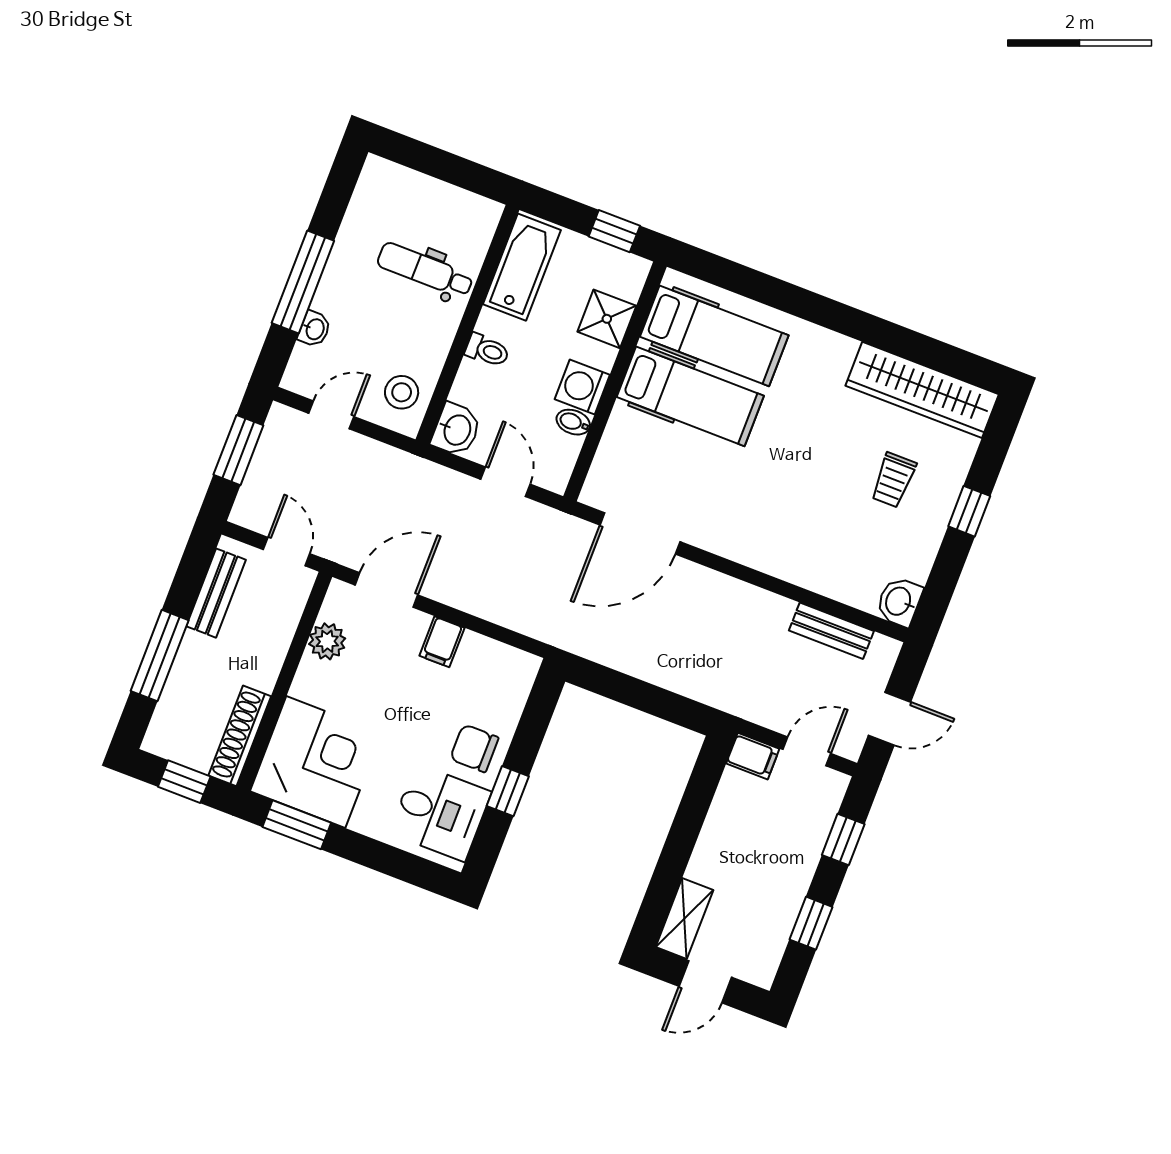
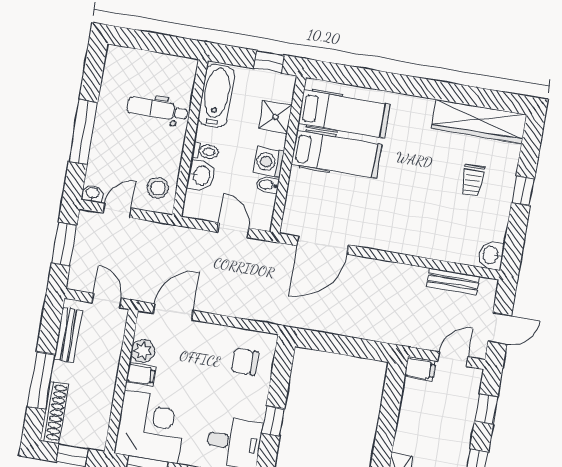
washbasin: (314, 329) -> (92, 193), moved, turned -90
washbasin: (456, 430) -> (201, 175), moved
filing cabinet: (442, 642) -> (141, 374), moved, turned -90
shoe rack: (240, 736) -> (54, 412), moved, turned 180
chair: (474, 748) -> (245, 362), moved

